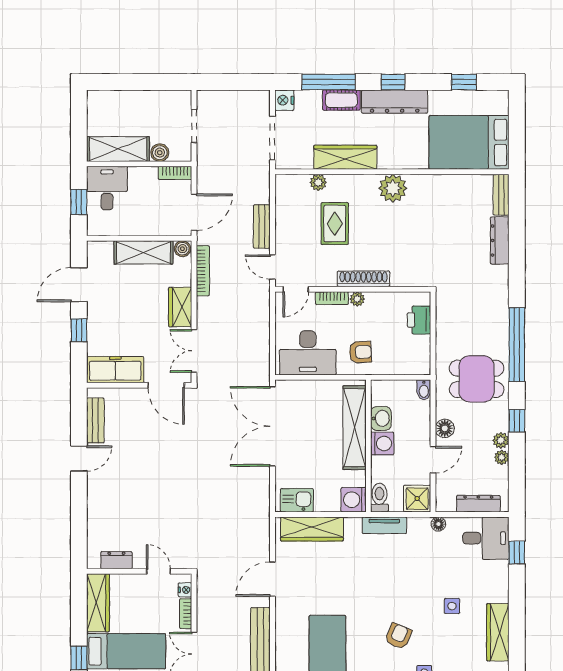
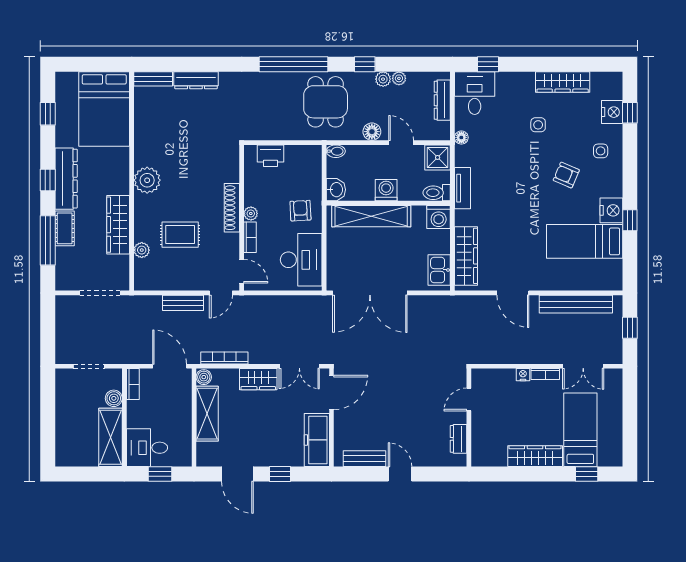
nightstand: (284, 100) -> (65, 282), removed
washbasin: (381, 418) -> (336, 190), moved, turned 90
dresser: (116, 560) -> (459, 439), moved
wall: (139, 571) -> (469, 418), moved
door: (158, 571) -> (469, 400), moved

